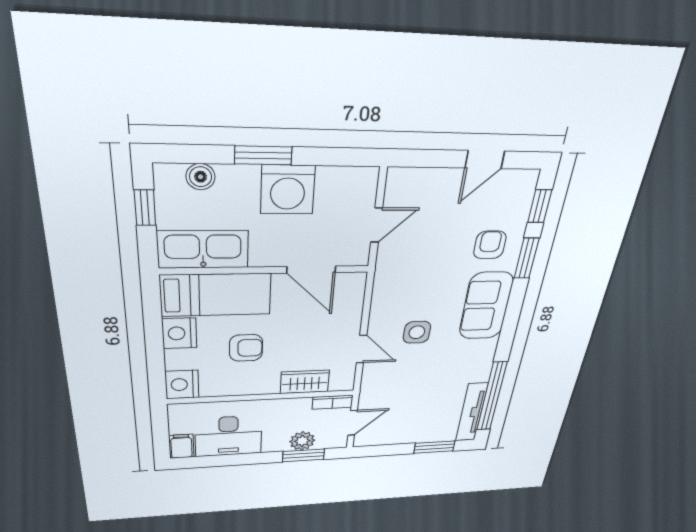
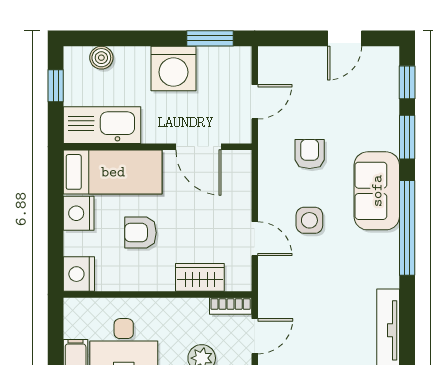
window: (263, 155) -> (210, 38), moved
armchair: (490, 245) -> (310, 154), moved
armchair: (246, 348) -> (140, 233), turned 180
window: (492, 396) -> (407, 228), moved

